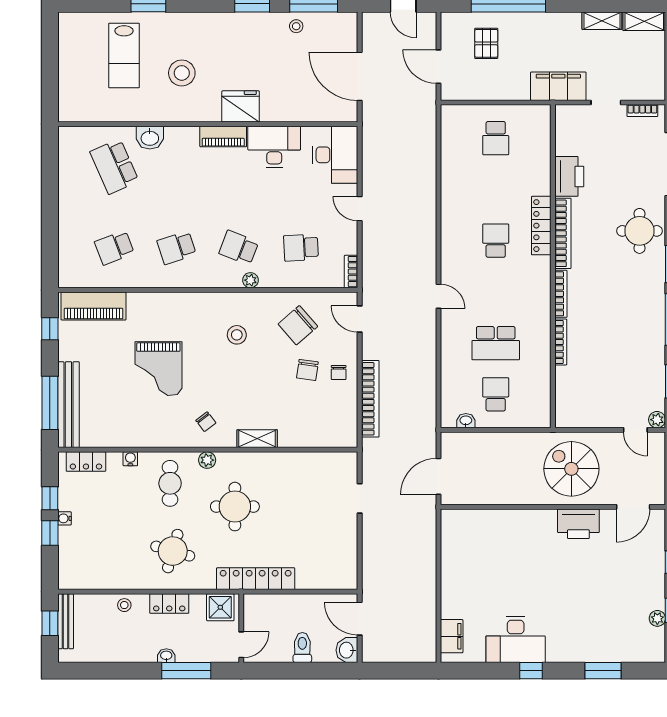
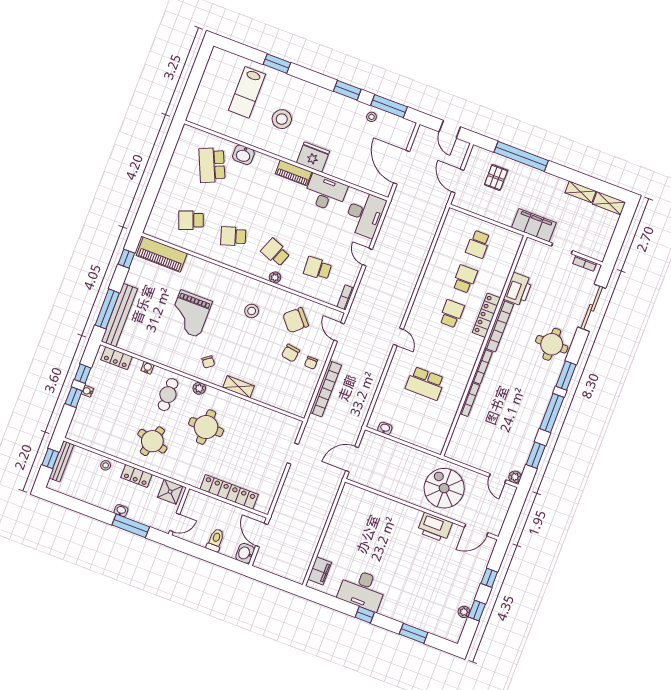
school desk: (496, 394) -> (465, 279), moved
locker: (256, 579) -> (229, 492), moved

